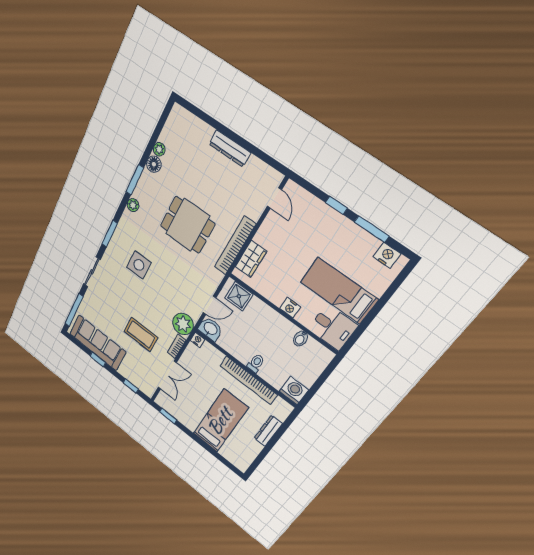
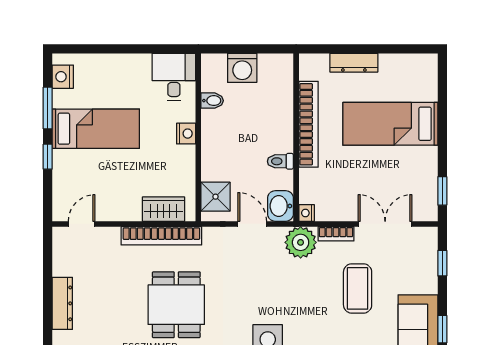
bed: (339, 291) -> (96, 129), moved, turned -90
toilet: (256, 363) -> (280, 161), moved
washing machine: (294, 391) -> (242, 68), moved, turned -90

